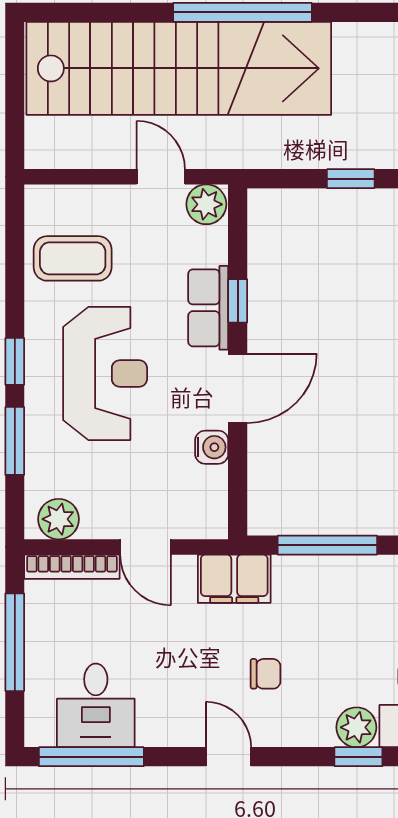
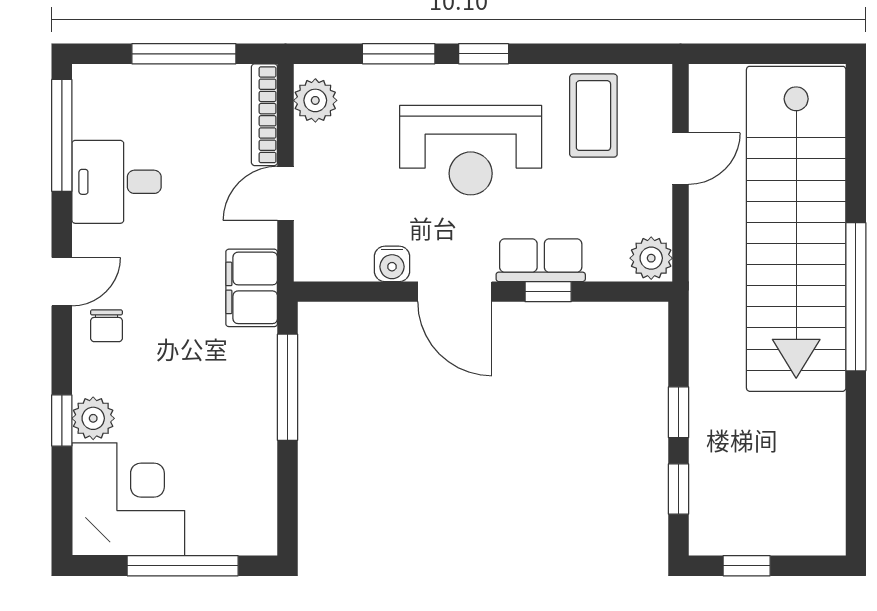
door: (161, 177) -> (681, 159), moved
chair: (266, 674) -> (106, 326), moved
desk: (96, 705) -> (117, 182), moved

